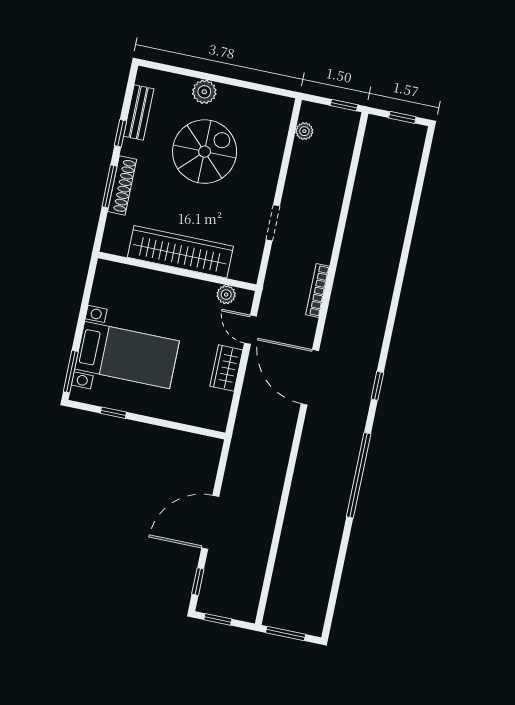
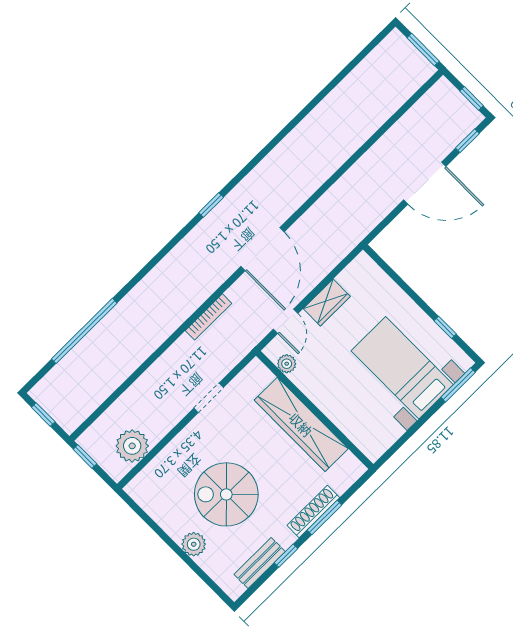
plant: (304, 131) -> (132, 446), width x1.88, depth x1.88
window: (359, 475) -> (84, 331), moved

